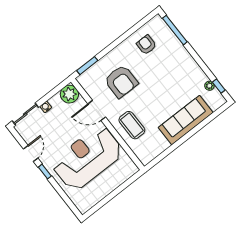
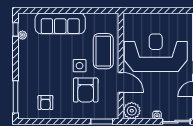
armchair: (121, 81) -> (86, 90), turned 180
side table: (142, 98) -> (80, 66), added
coffee table: (132, 125) -> (103, 51), width x1.36, depth x1.32
reception desk: (87, 158) -> (156, 53), turned 180

